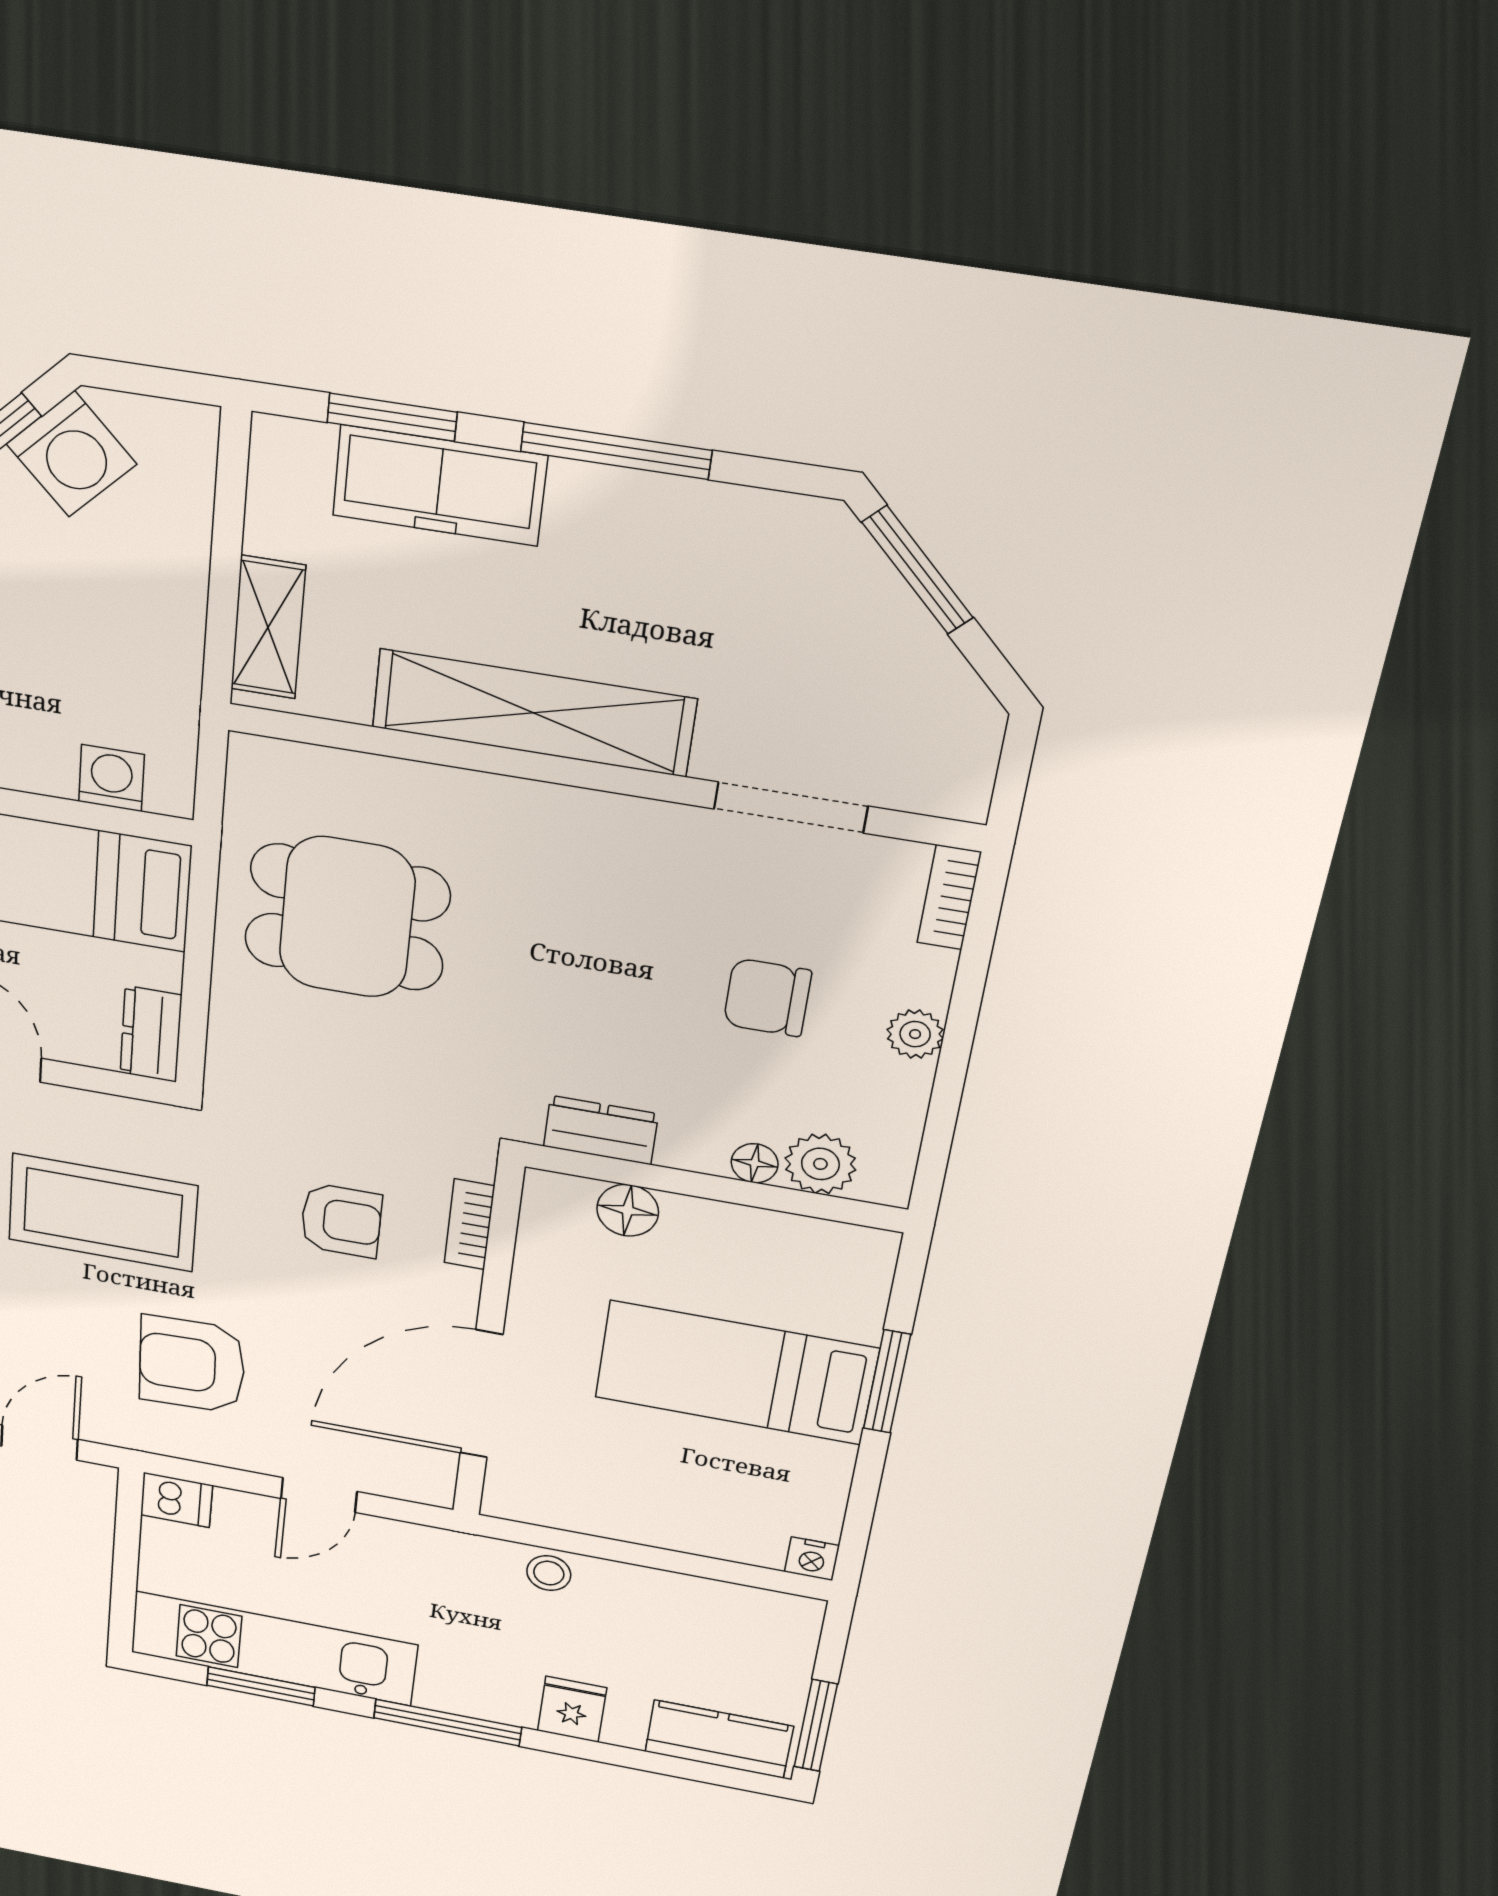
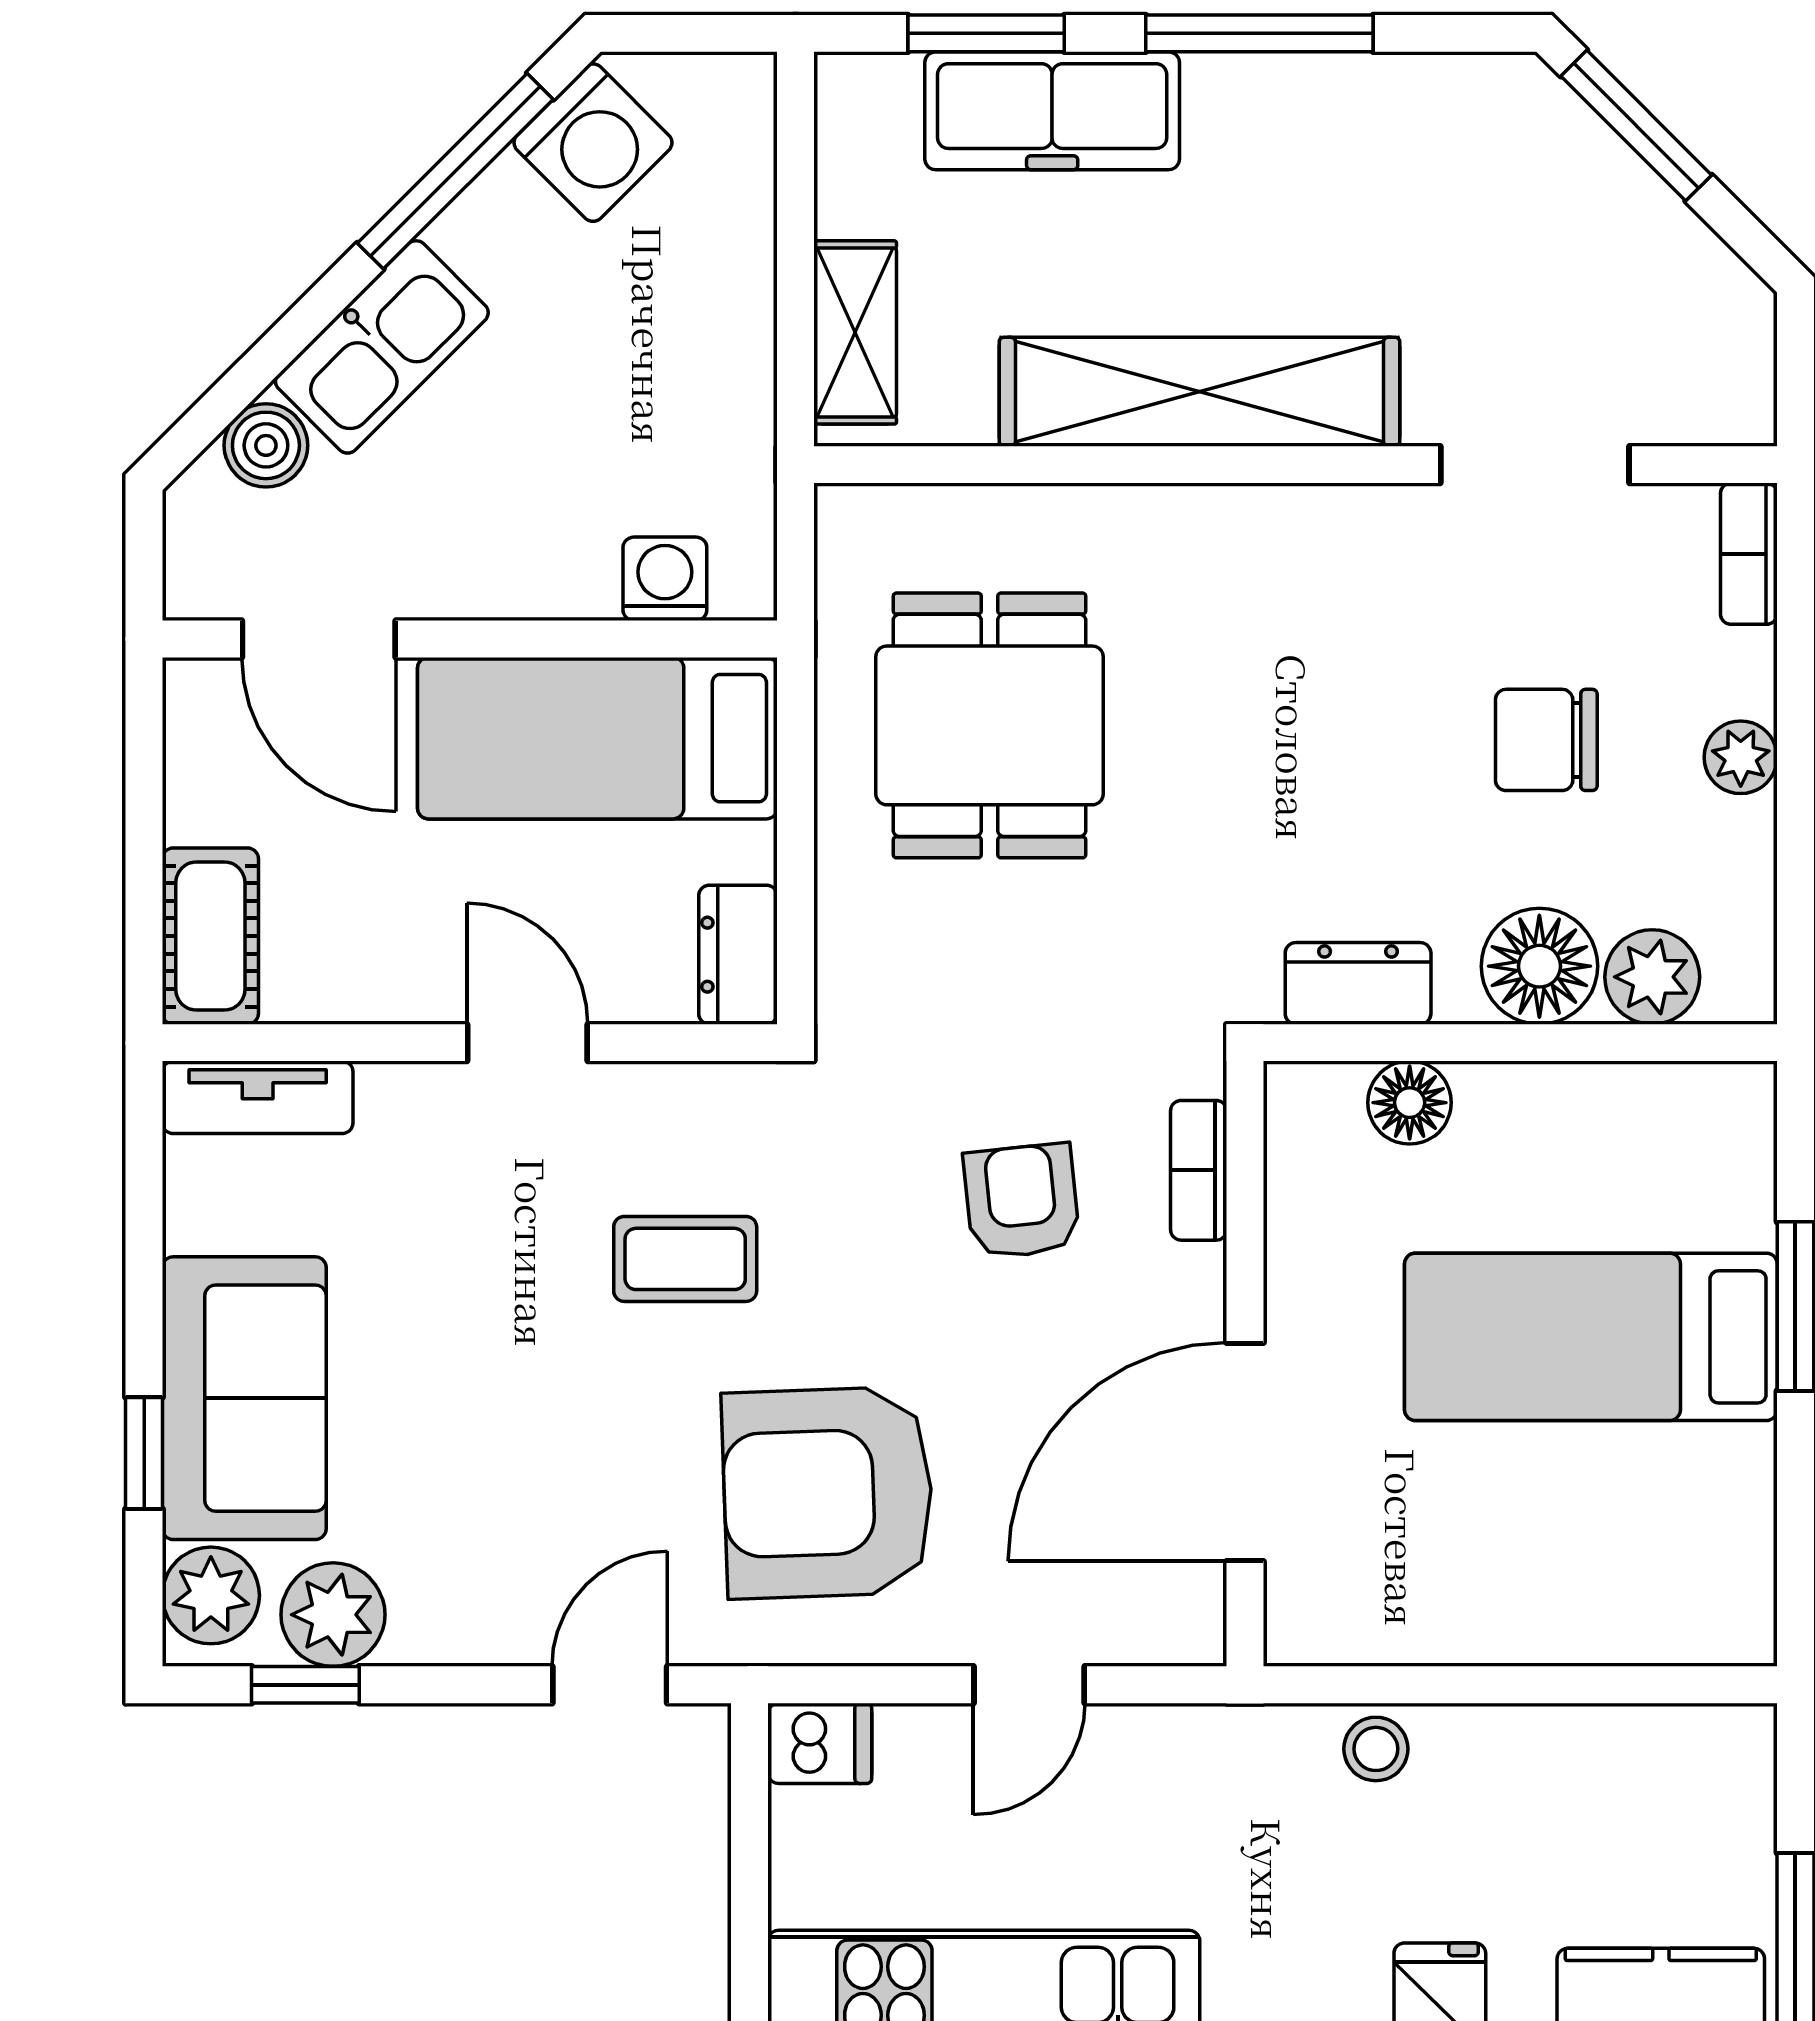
dining table: (347, 917) -> (990, 725), turned 90
floor lamp: (755, 1163) -> (1539, 966), width x1.89, depth x1.89
coffee table: (103, 1213) -> (685, 1259), width x0.54, depth x0.58
armchair: (341, 1220) -> (1022, 1201), turned -96
armchair: (192, 1364) -> (828, 1493), width x1.36, depth x1.36
nightstand: (812, 1559) -> (1743, 1634), removed

